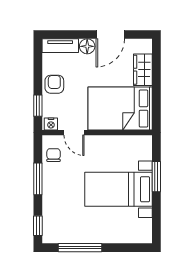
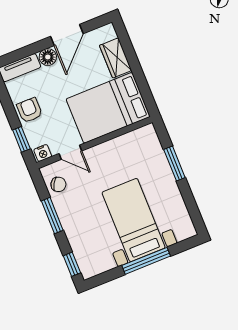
chair: (54, 155) -> (58, 184), turned 121
bed with nightstands: (118, 189) -> (134, 220), moved, turned 90
window: (80, 248) -> (146, 261), moved

